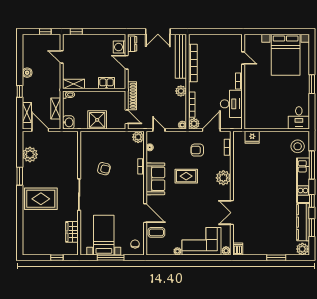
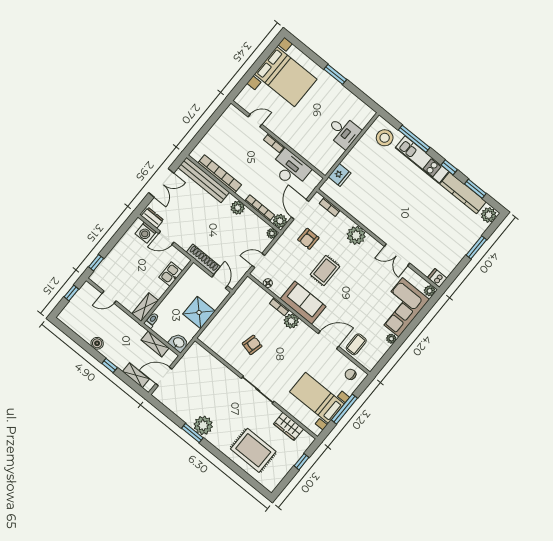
door: (127, 117) -> (220, 281), hinge flipped
desk: (299, 118) -> (343, 132), moved
plant: (138, 137) -> (291, 321), moved
plant: (30, 154) -> (203, 425), moved
rug: (41, 199) -> (253, 450), moved, turned 90

